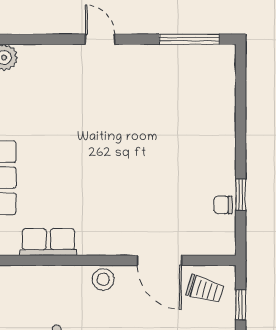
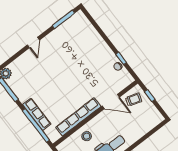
door: (100, 39) -> (33, 42), swing flipped
row of seats: (48, 242) -> (78, 117), width x2.02
stool: (103, 279) -> (87, 136), moved

